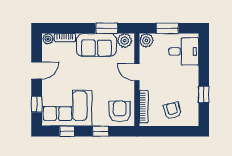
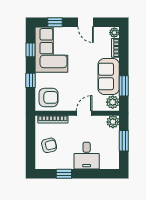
desk: (184, 51) -> (87, 156), moved

